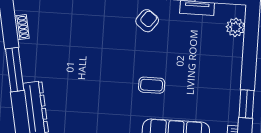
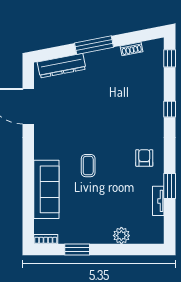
armchair: (147, 21) -> (144, 158), turned -127
plant: (235, 27) -> (121, 236), moved

